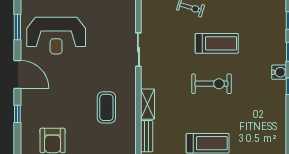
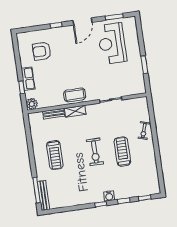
treadmill: (217, 43) -> (122, 152), turned 180
coffee table: (106, 107) -> (75, 95), moved

